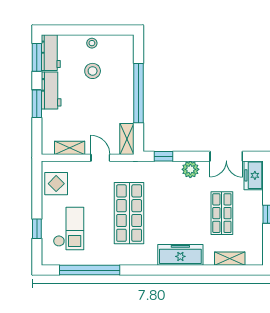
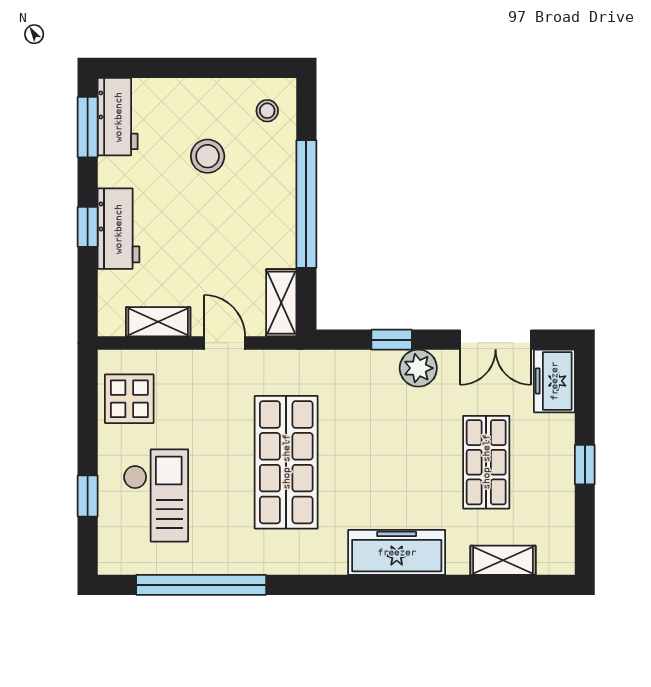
stool: (92, 43) -> (267, 111), moved
workbench: (51, 91) -> (118, 229), moved
window: (37, 104) -> (88, 227), width x0.67
window: (163, 156) -> (392, 340), moved

